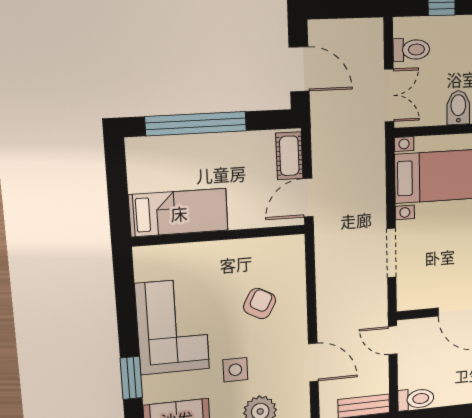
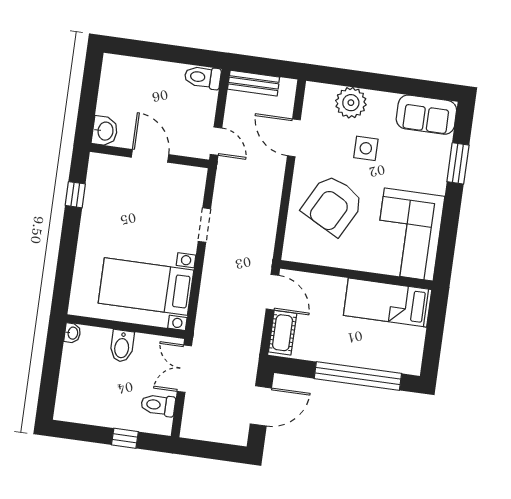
door: (299, 69) -> (261, 406), swing flipped
door: (308, 198) -> (272, 292), hinge flipped
doorway: (391, 253) -> (204, 225), width x0.73
armchair: (260, 304) -> (333, 205), width x1.88, depth x1.88
corner sofa: (172, 327) -> (409, 235), moved

